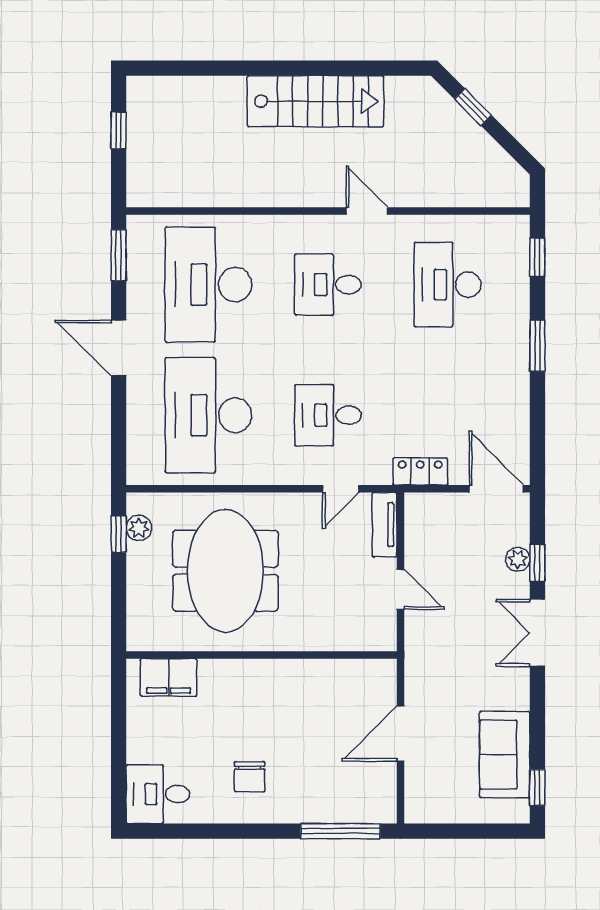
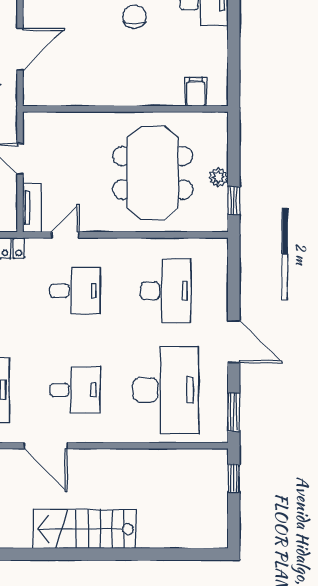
window: (119, 130) -> (234, 478), moved
door: (367, 211) -> (45, 446), width x1.37
desk: (208, 415) -> (166, 291), width x0.73, depth x0.77
plant: (139, 528) -> (218, 177), moved
filing cabinet: (169, 677) -> (196, 92), width x0.50

